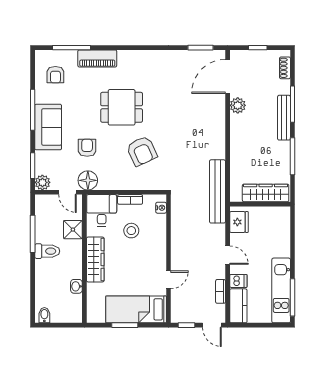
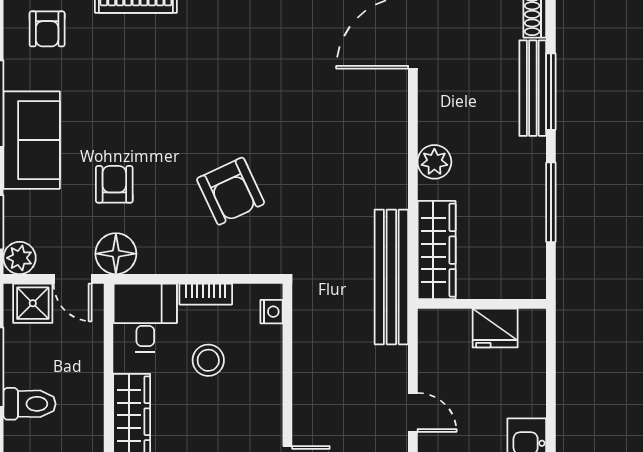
plant: (238, 105) -> (434, 162), moved
dining table: (122, 107) -> (188, 98), removed
bench: (284, 118) -> (533, 88), moved
wardrobe: (266, 193) -> (437, 250), moved, turned 90
fridge: (239, 222) -> (495, 328), moved, turned 90
shower: (73, 230) -> (33, 303), moved

